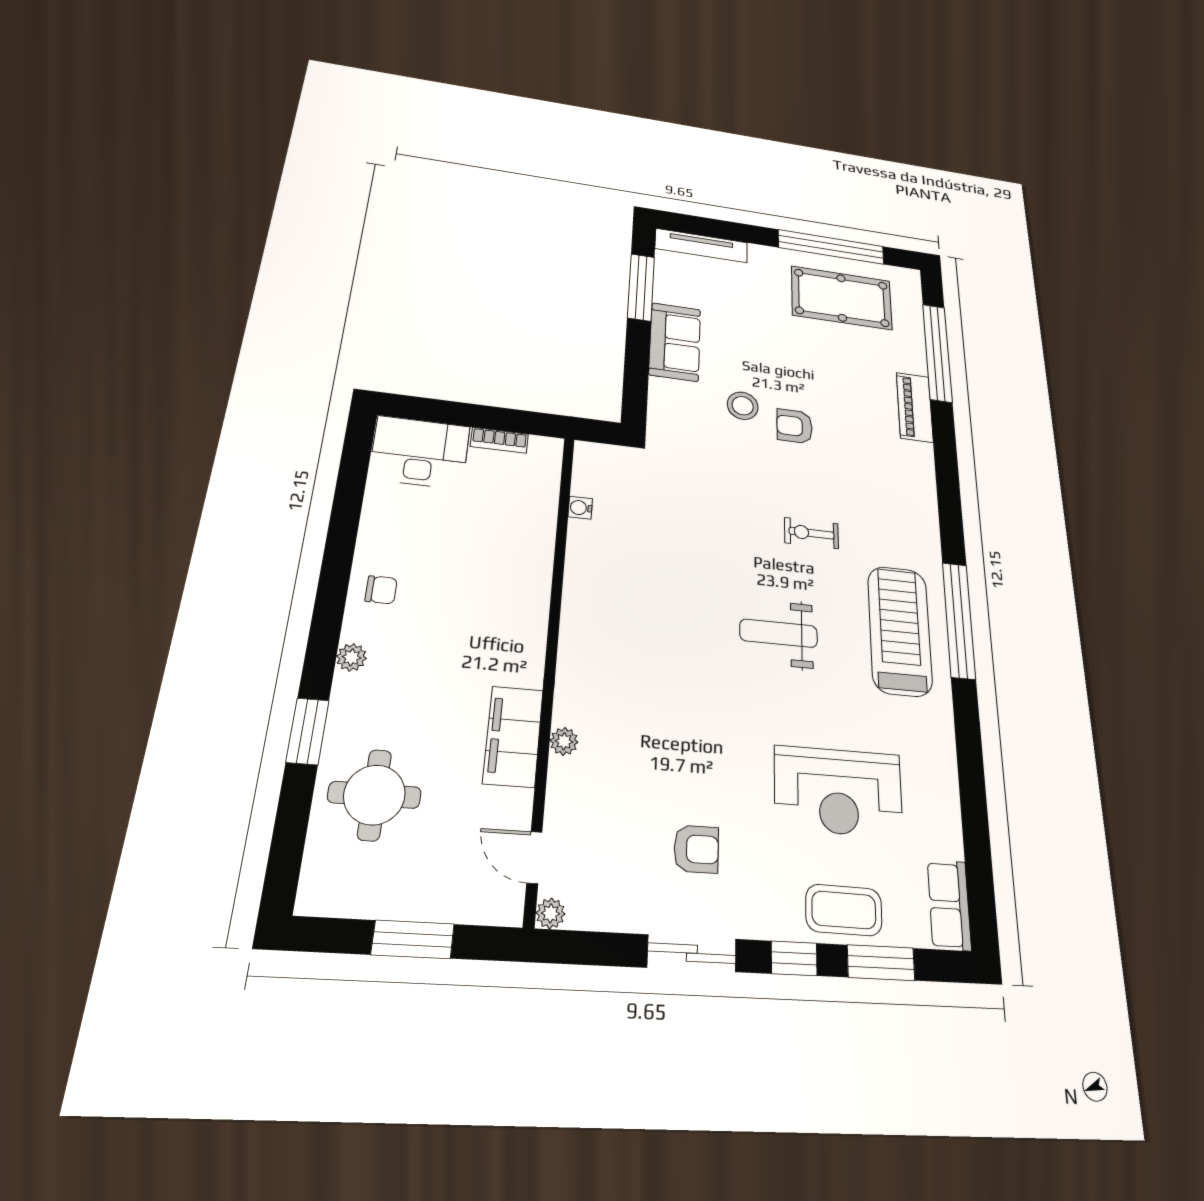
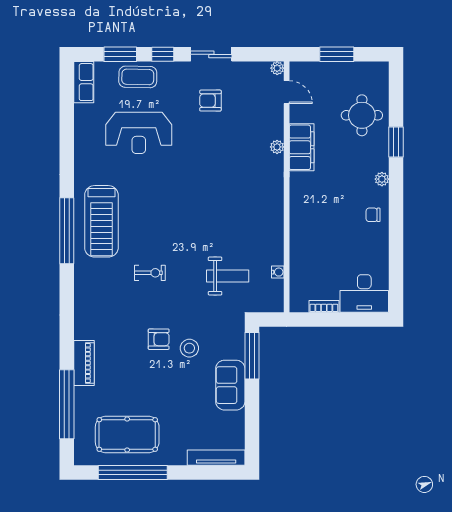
window: (641, 287) -> (252, 356), moved
weight bench: (779, 633) -> (228, 276), moved
reception desk: (838, 791) -> (139, 133), turned 180

